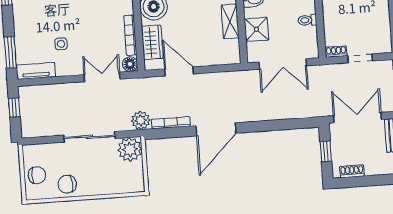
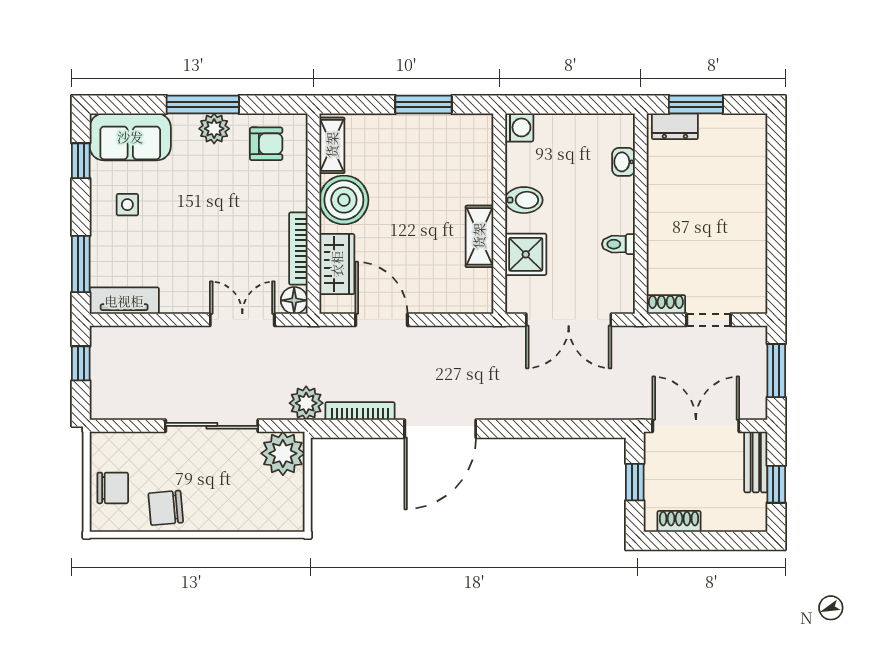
side table: (61, 44) -> (127, 205), moved

